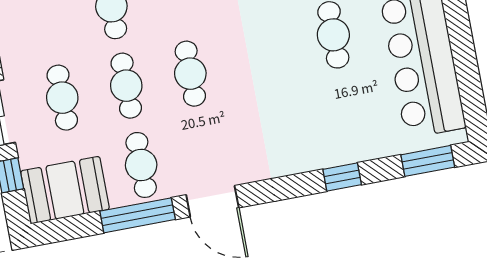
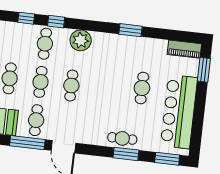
cafe table: (325, 148) -> (122, 138), added
window: (342, 177) -> (126, 154), width x1.50

